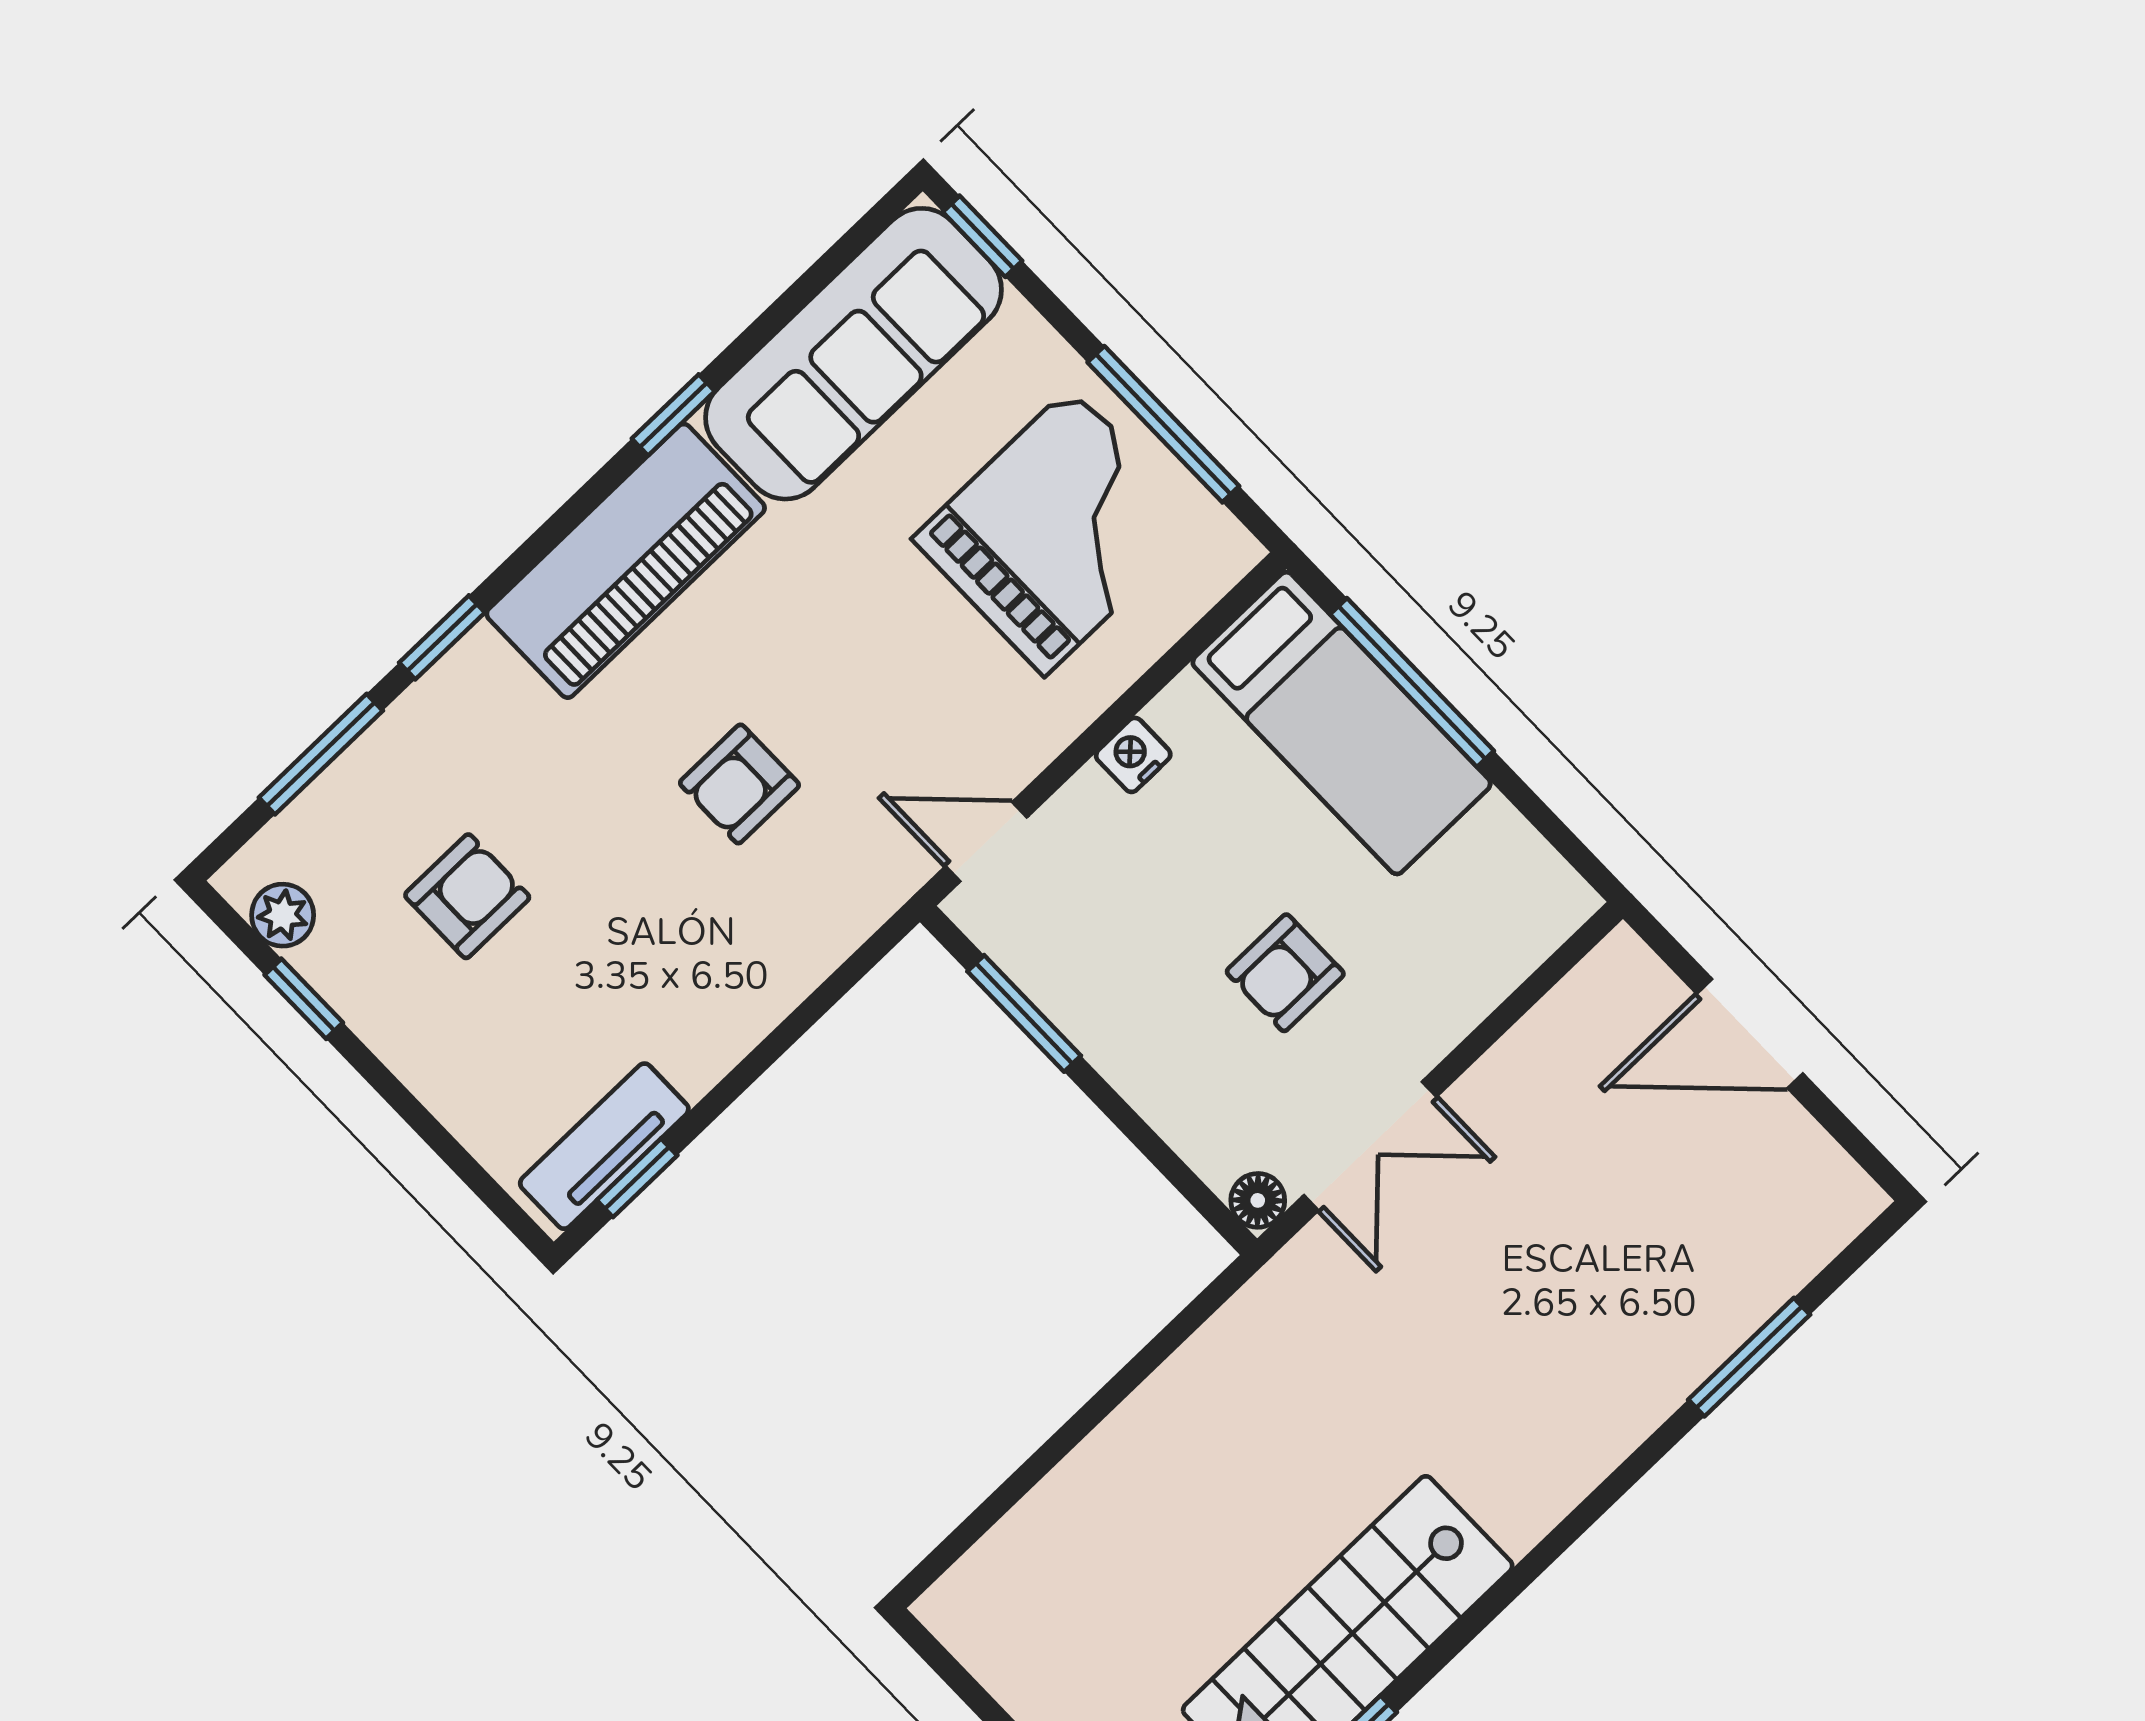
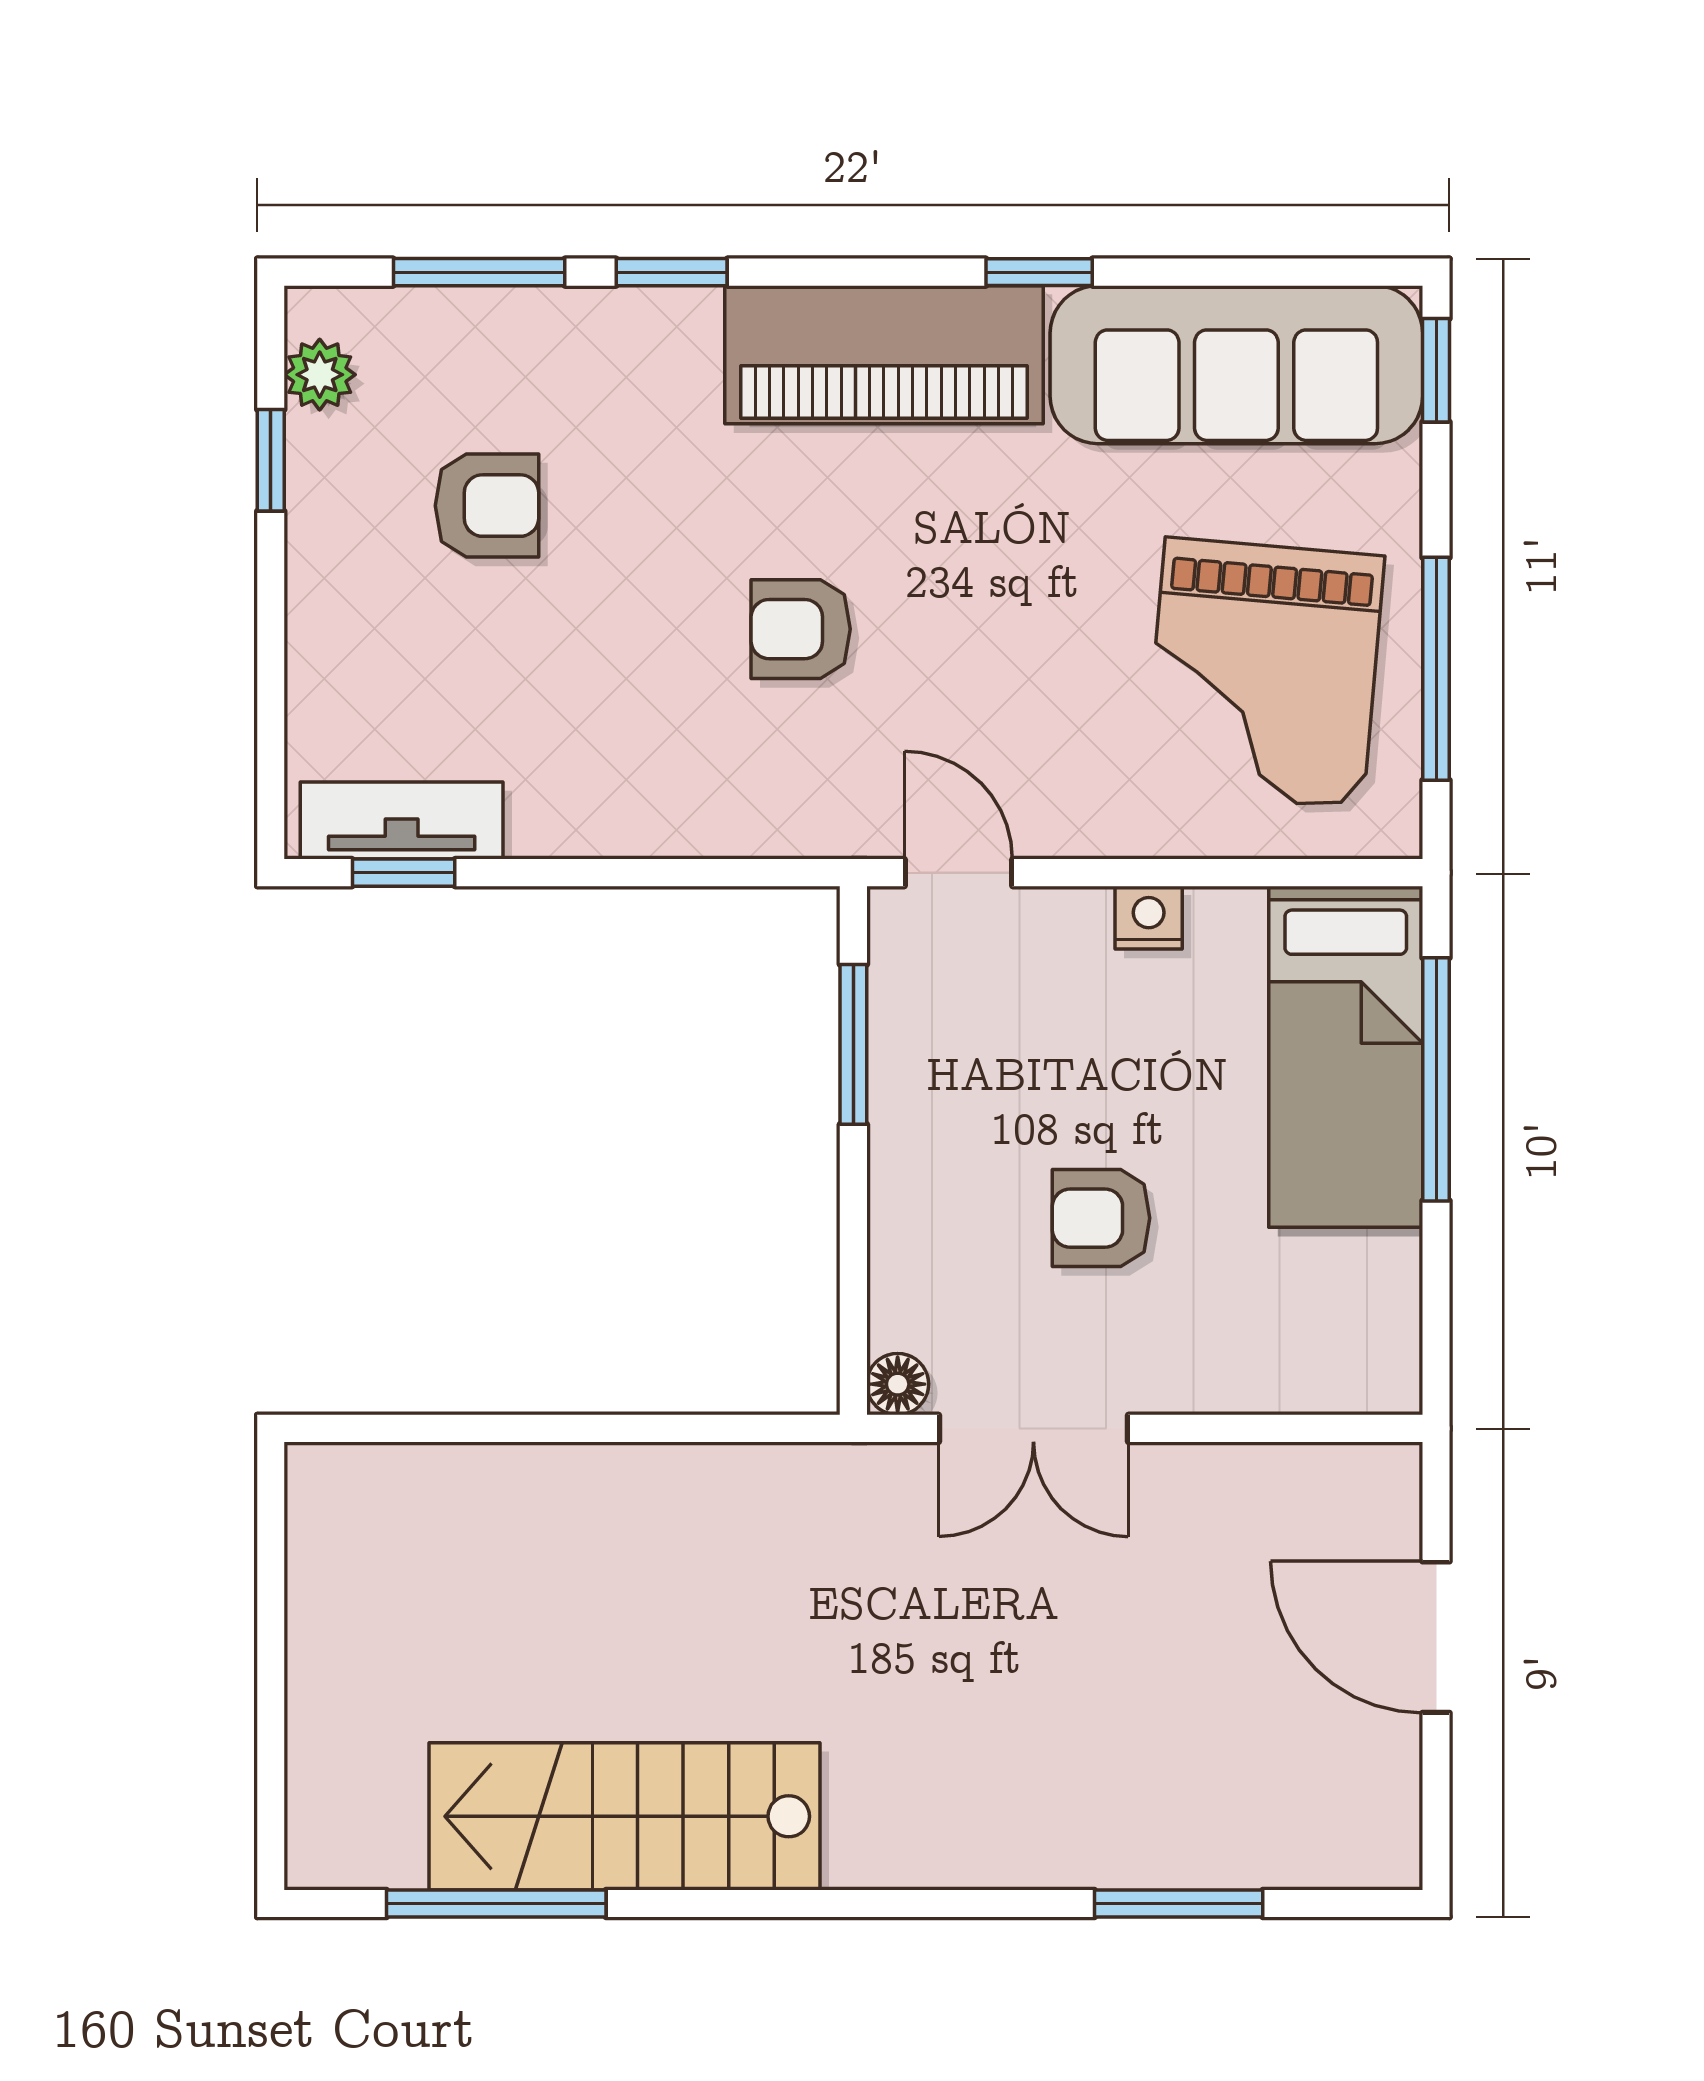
grand piano: (1058, 531) -> (1264, 673), turned 95

